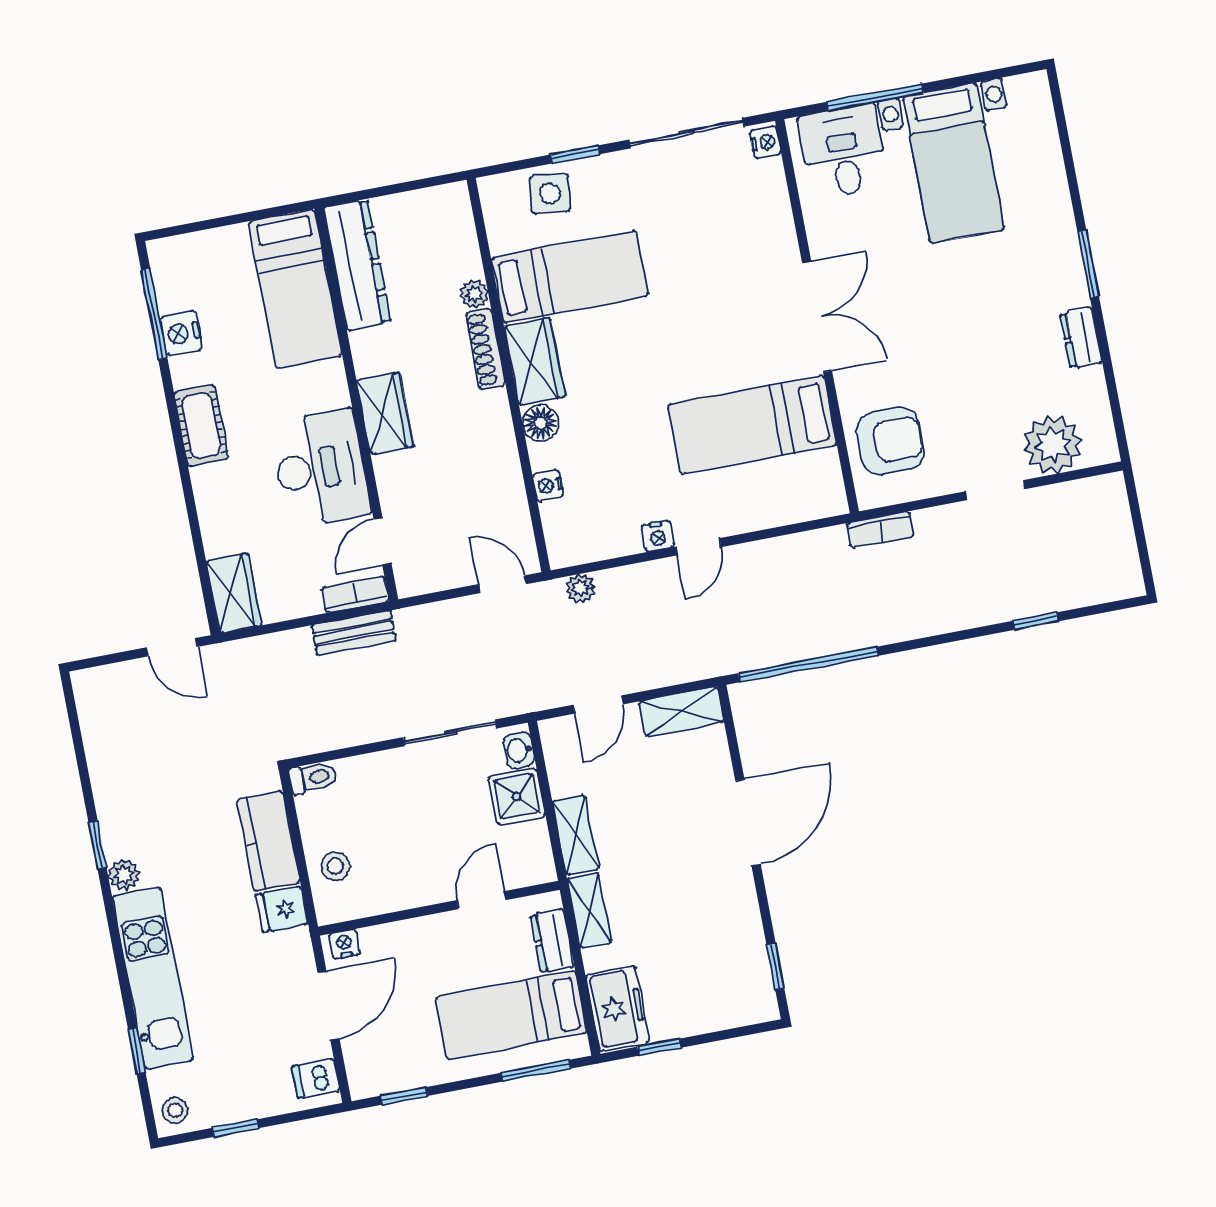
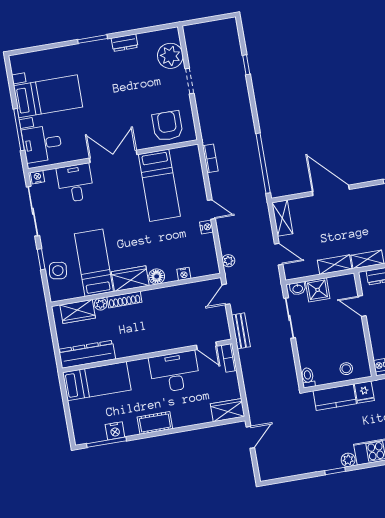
desk: (754, 230) -> (75, 183), added
wardrobe: (385, 413) -> (78, 311), moved, turned 180
bookcase: (880, 530) -> (210, 158), moved
bench: (354, 633) -> (241, 331), moved

